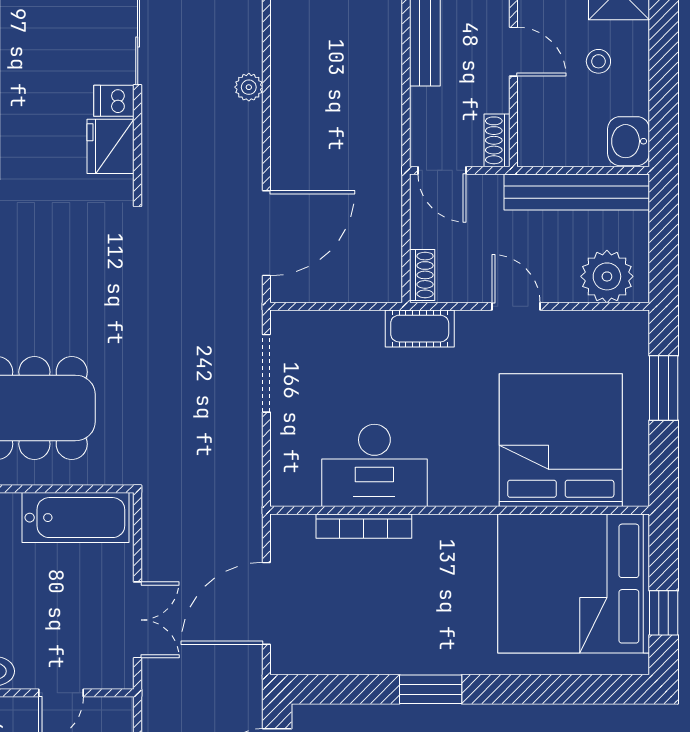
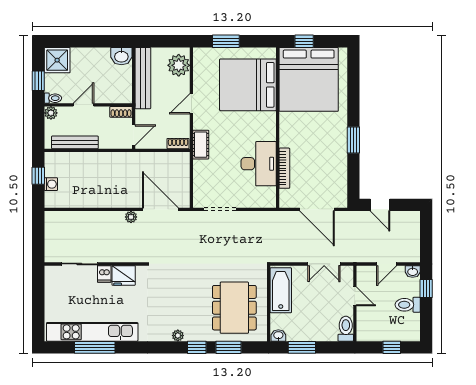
stool: (598, 61) -> (88, 69), removed
plant: (249, 87) -> (131, 217), moved
window: (664, 613) -> (304, 41), moved
double door: (138, 620) -> (324, 264), swing flipped

